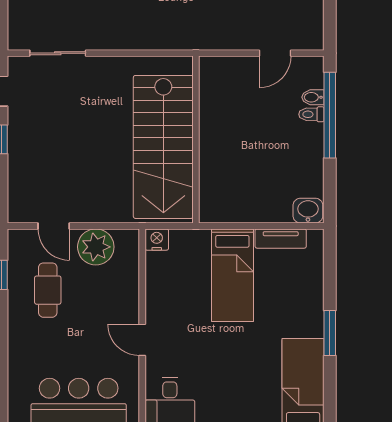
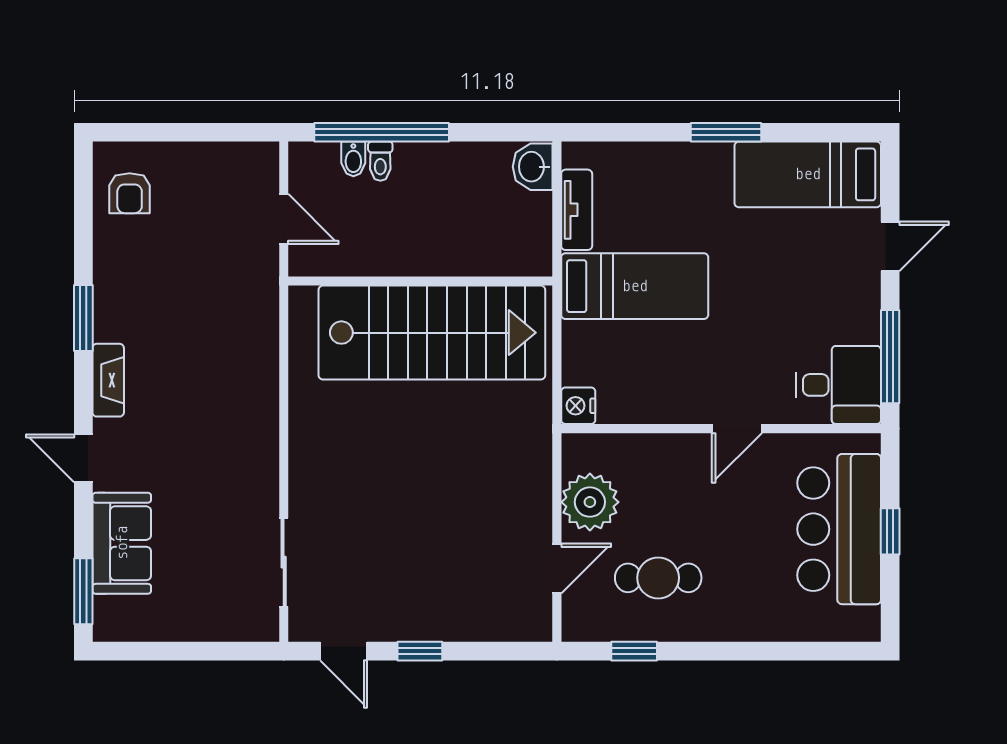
wall: (196, 140) -> (420, 281), moved
stairs: (163, 147) -> (432, 333), moved

